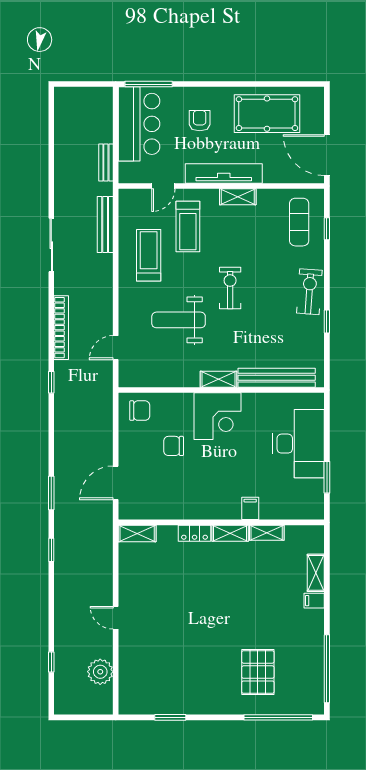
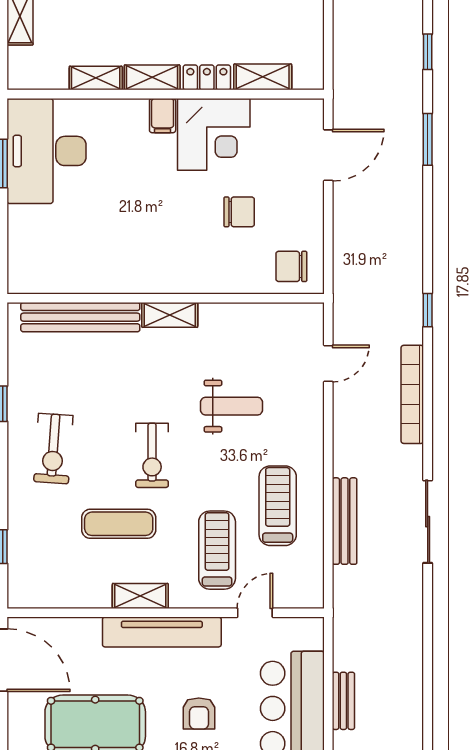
bench: (106, 162) -> (343, 701), moved
exercise mat: (299, 222) -> (119, 524), moved, turned 90
bench: (105, 225) -> (345, 521), moved
treadmill: (149, 255) -> (278, 506), turned 180
exercise bike: (309, 292) -> (53, 449), moved
weight bench: (179, 320) -> (232, 406), width x0.73, depth x0.75
corner desk: (217, 416) -> (214, 134), moved, turned 180
desk: (299, 444) -> (46, 151), moved
filing cabinet: (250, 508) -> (163, 116), moved
shelving: (137, 533) -> (263, 77), moved

